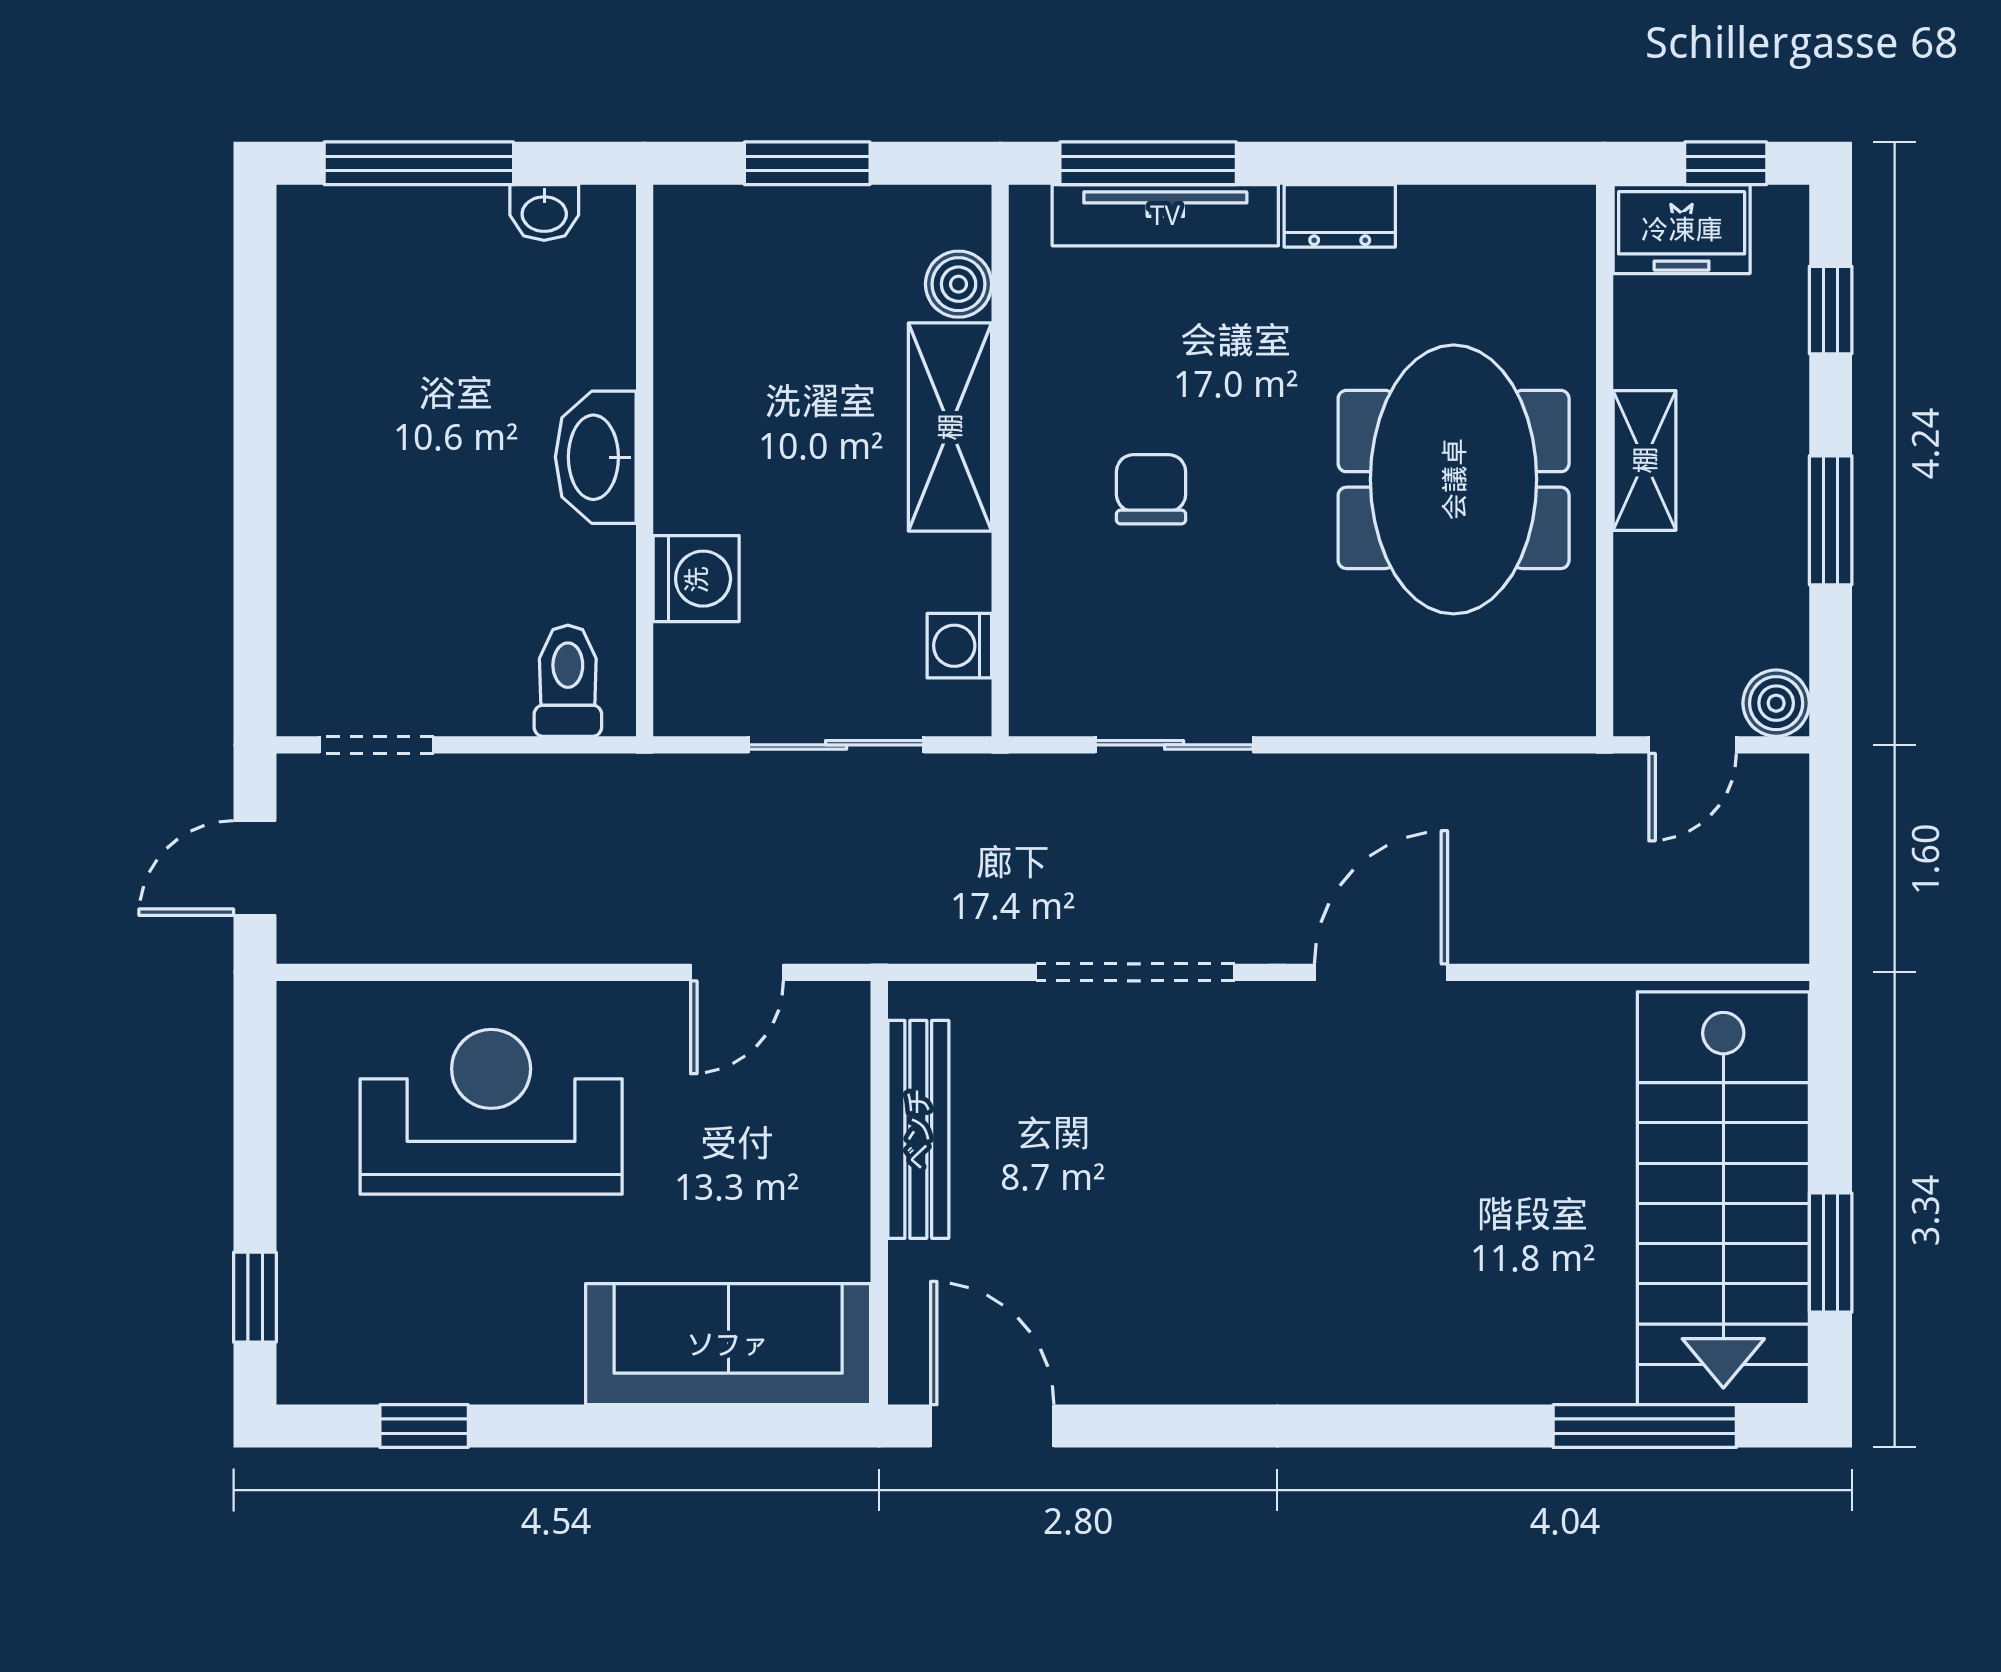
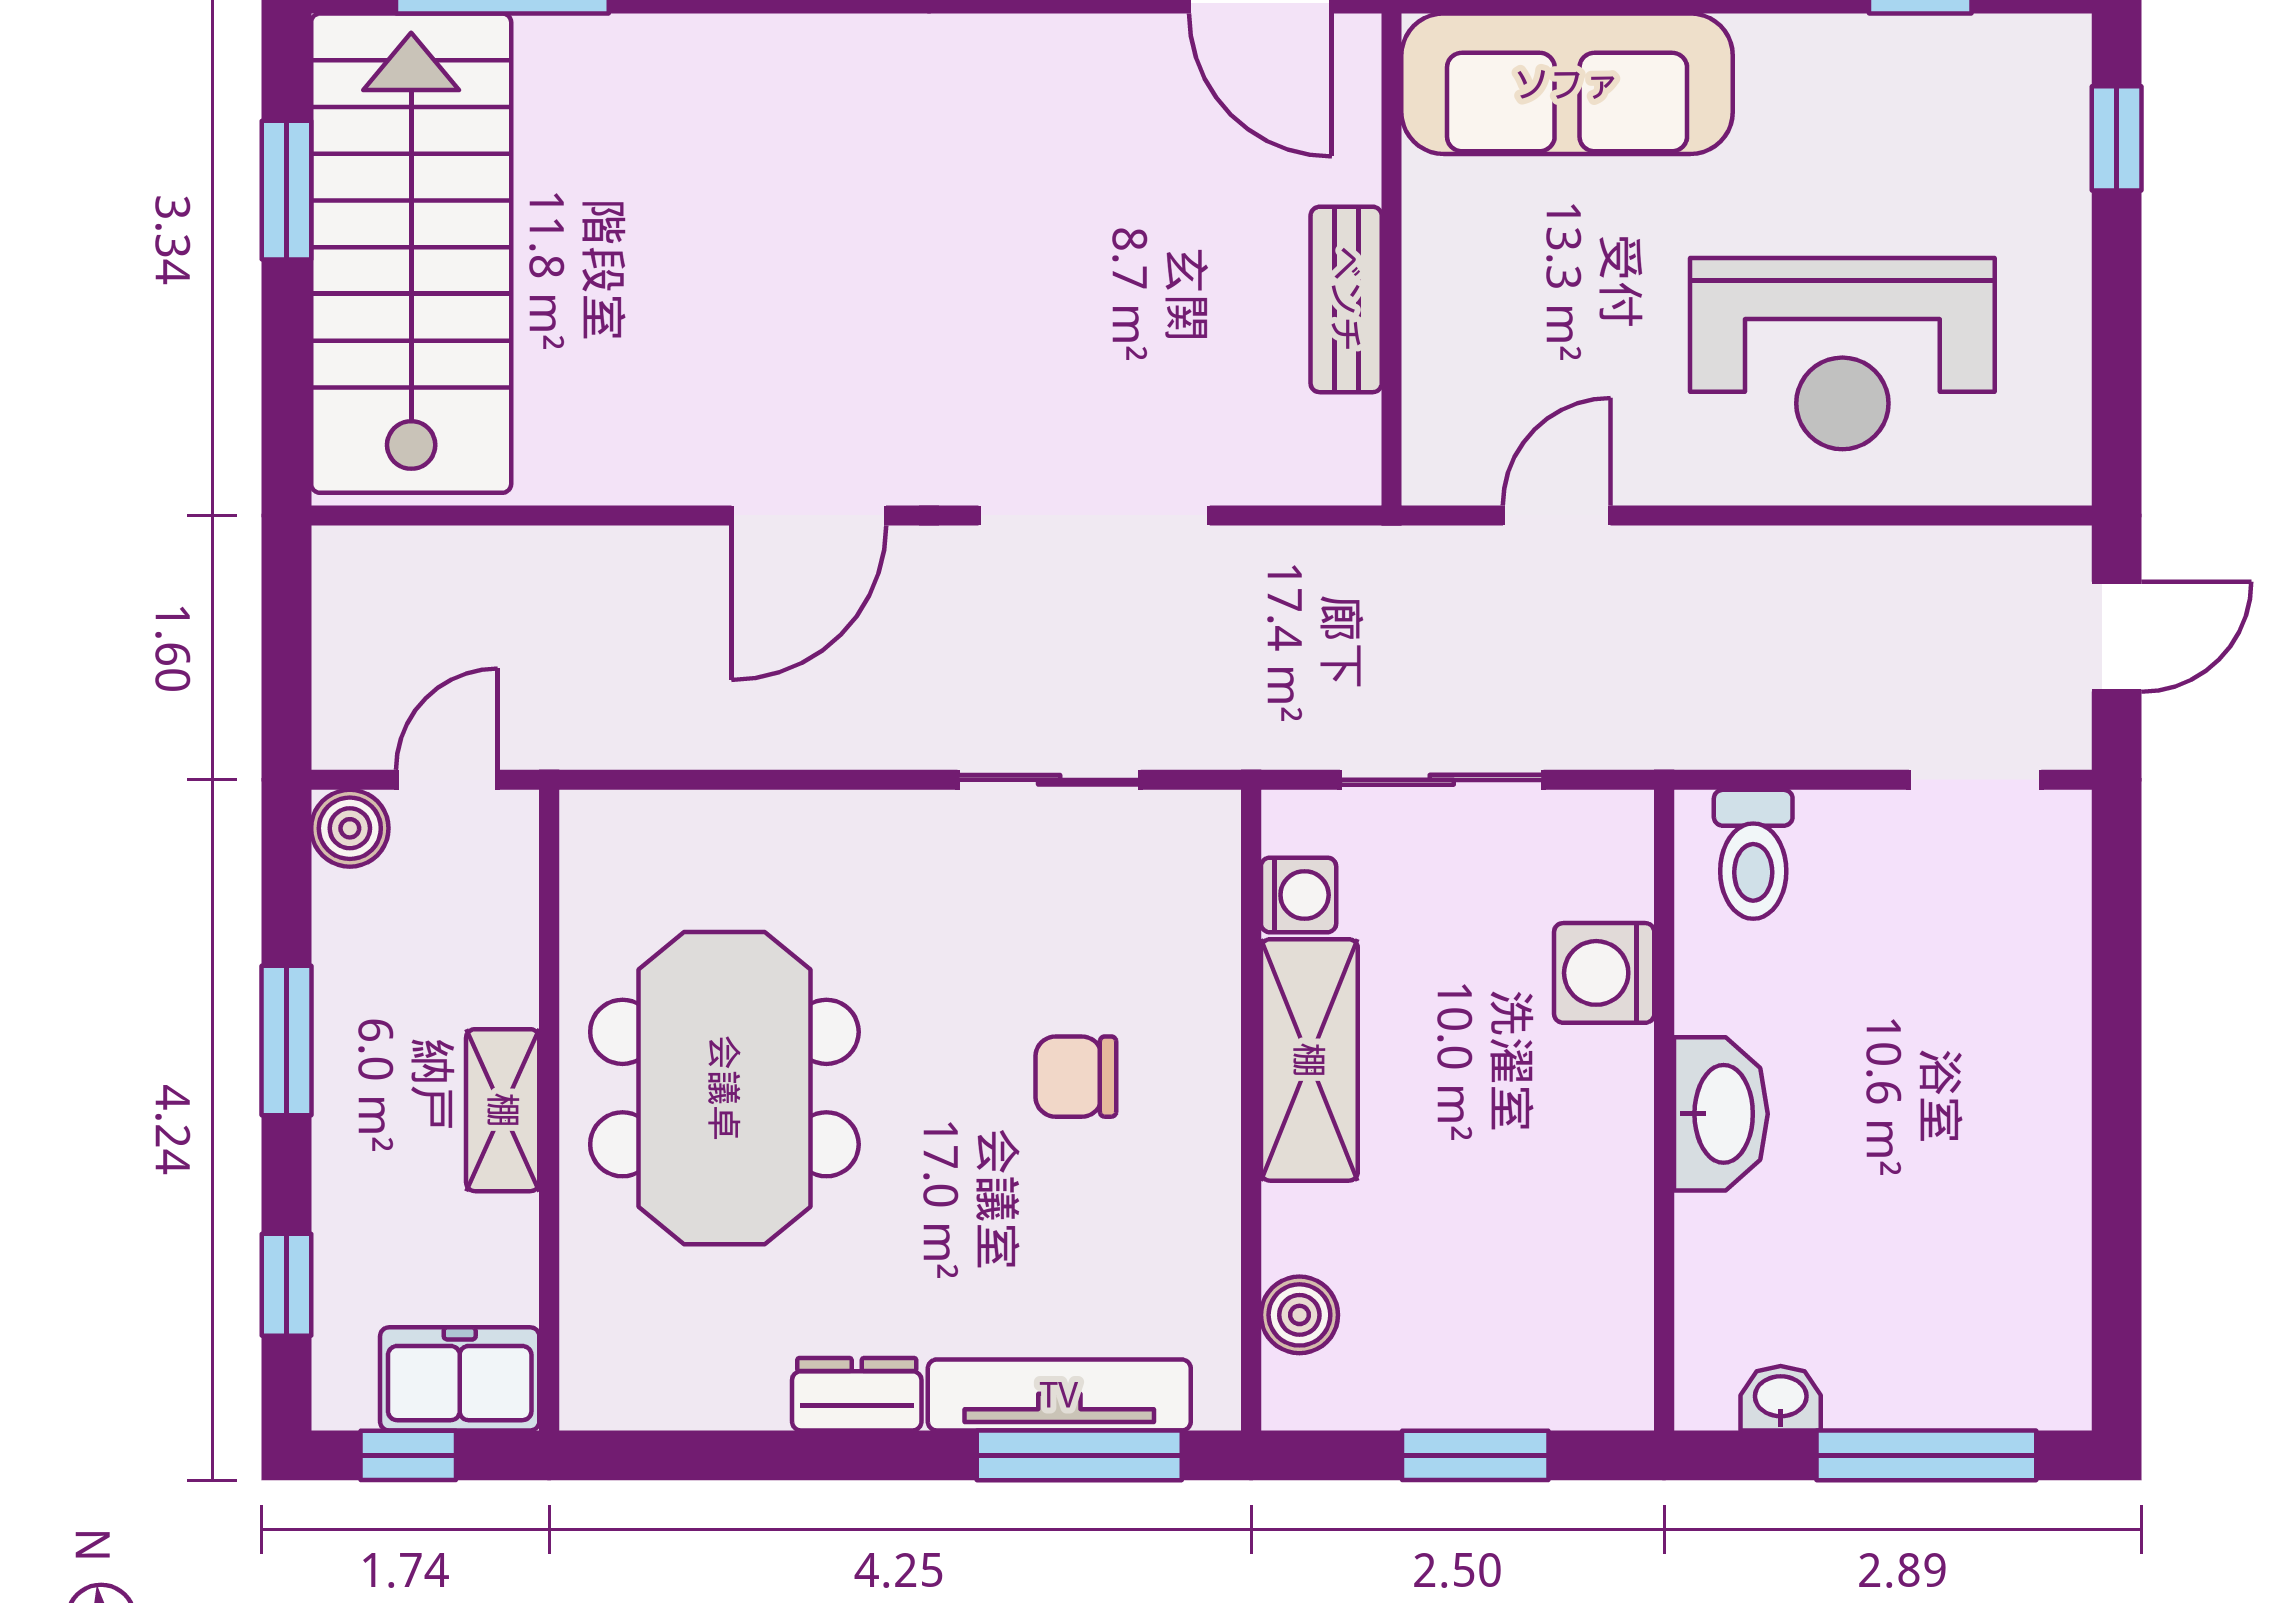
shelving: (950, 427) -> (1309, 1060), moved
chair: (1151, 489) -> (1076, 1077), turned 90
bench: (918, 1129) -> (1346, 299), width x0.73

